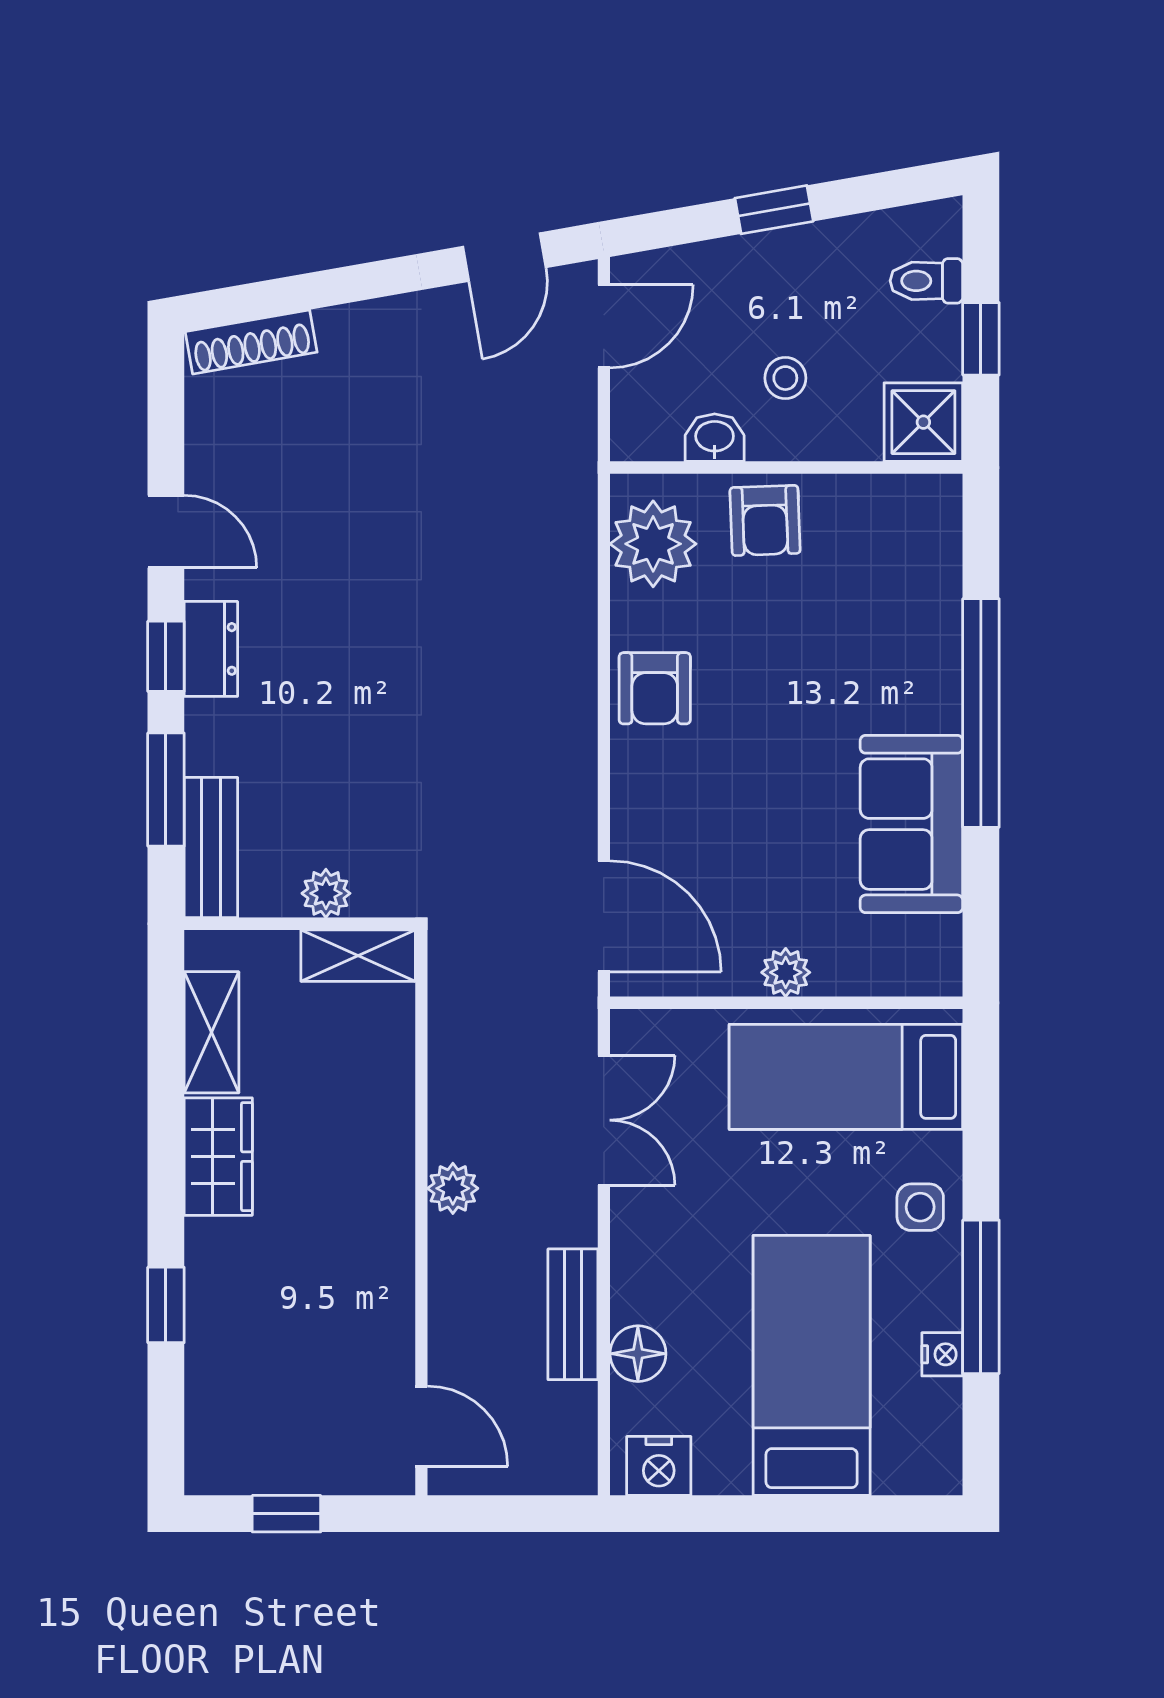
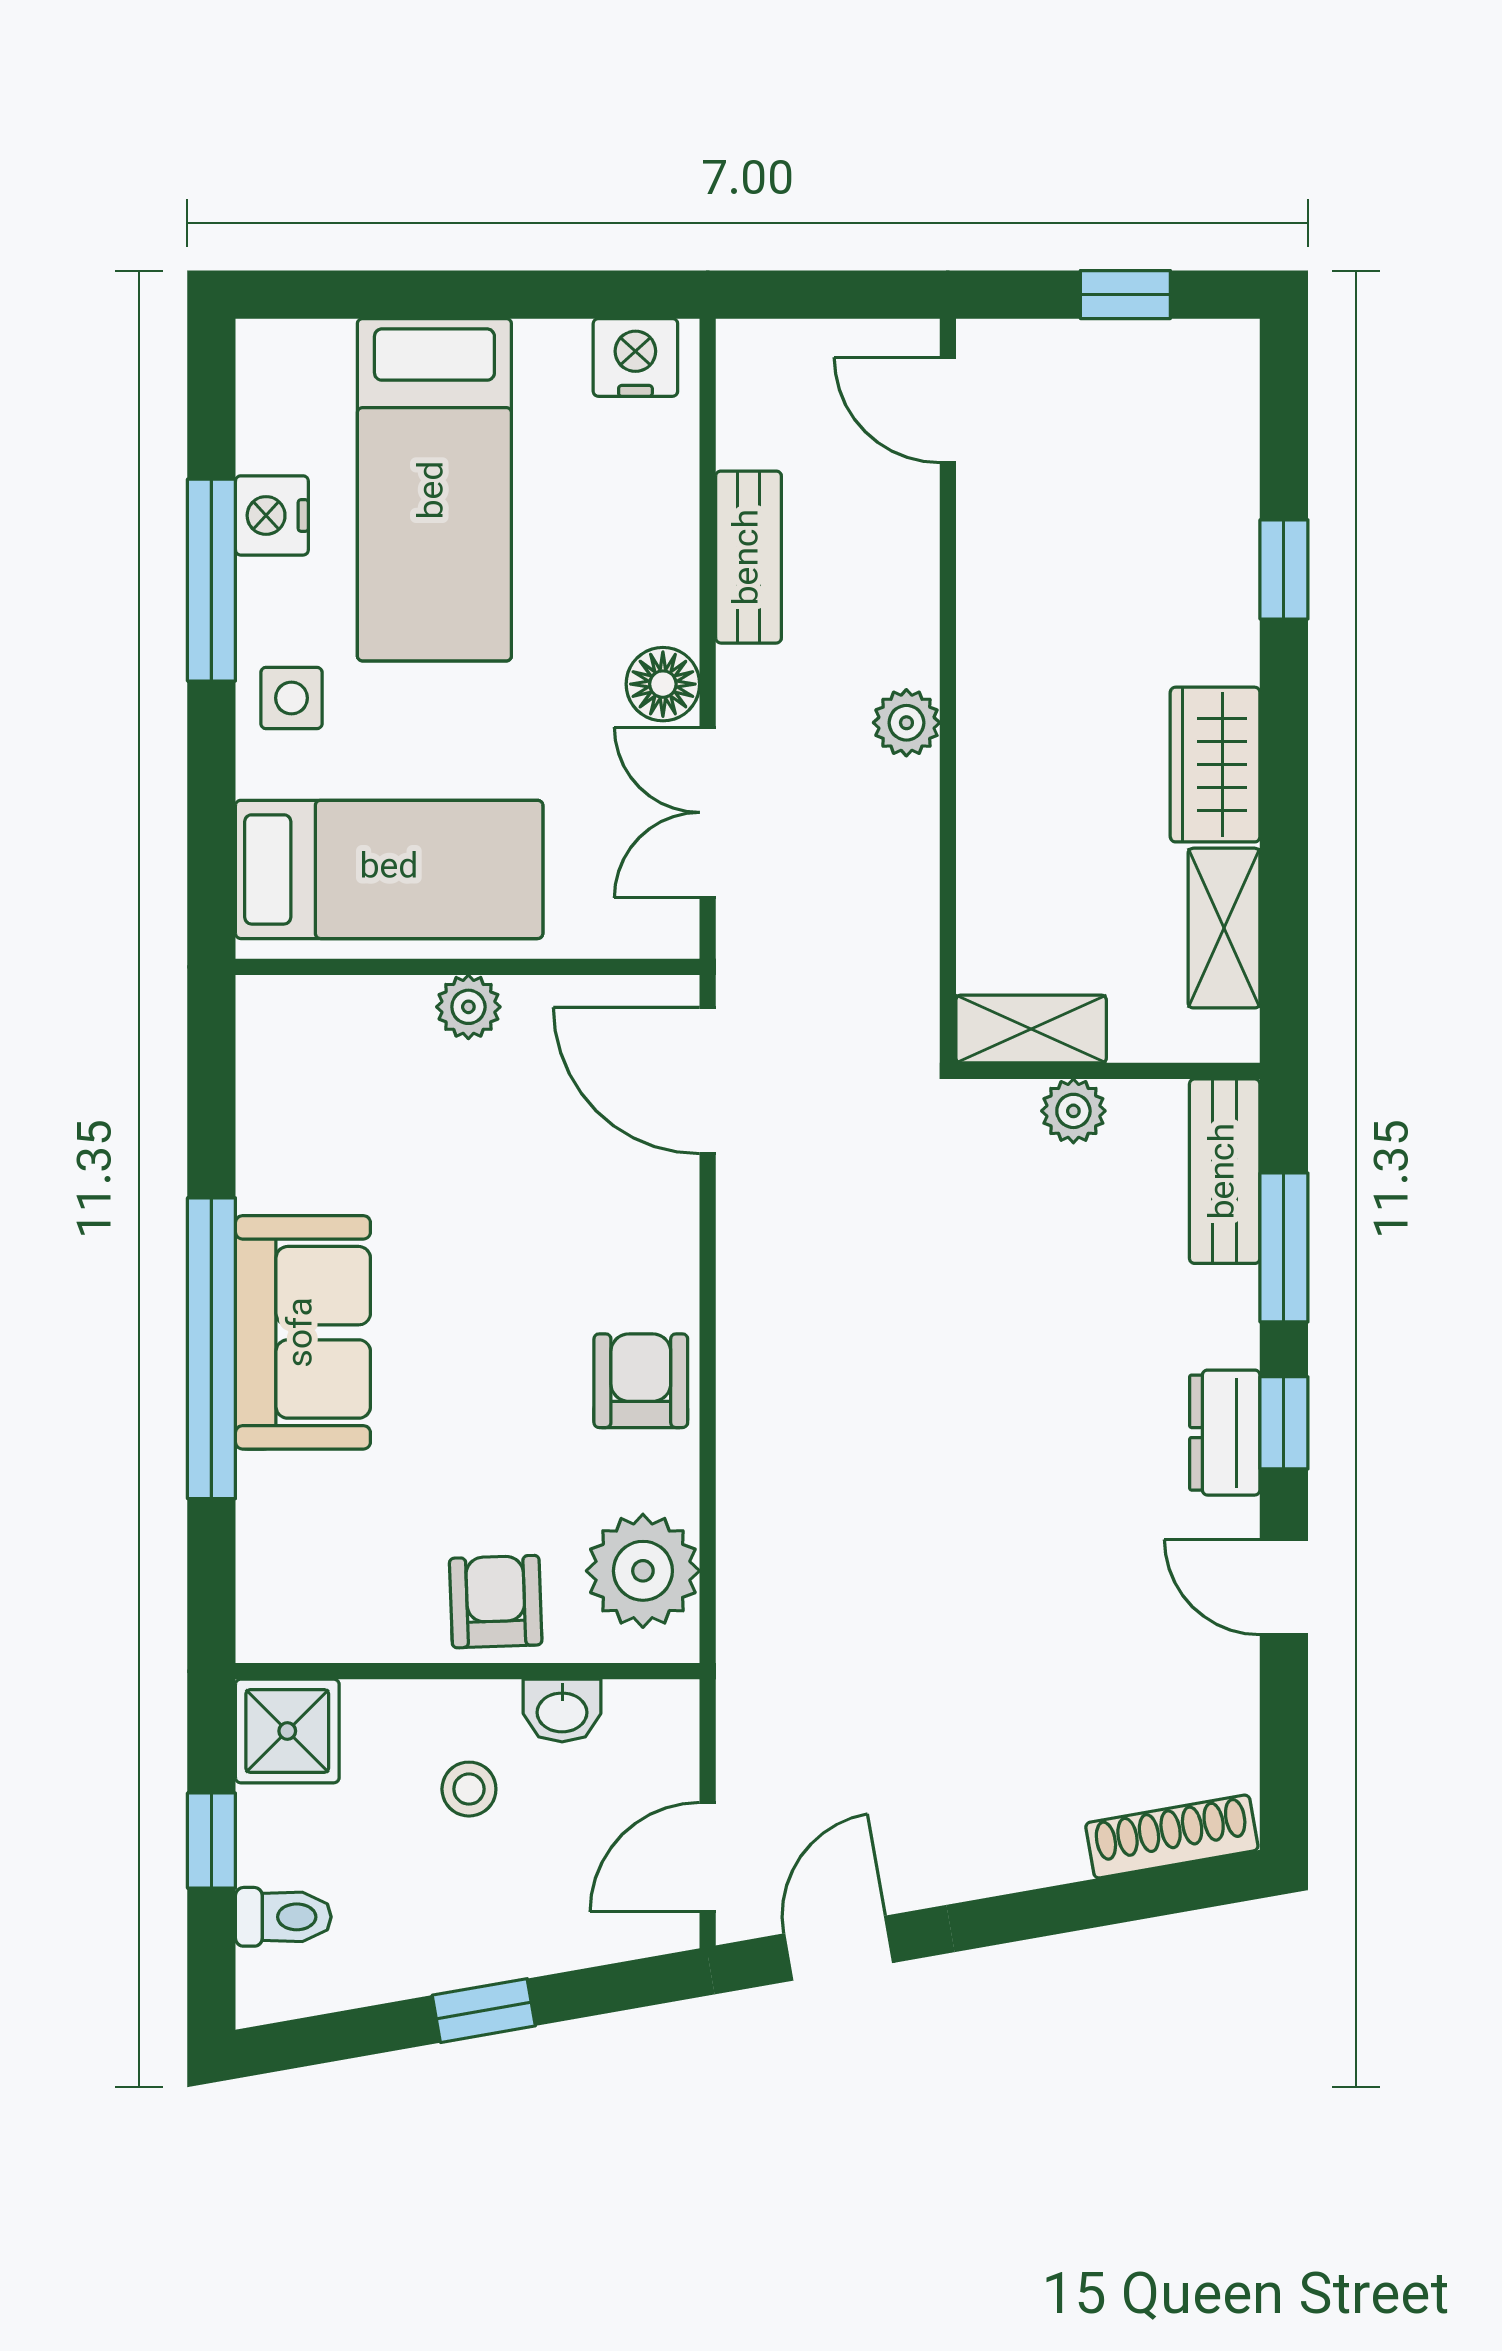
sofa: (911, 824) -> (303, 1332), moved
floor lamp: (638, 1354) -> (663, 684), moved
nightstand: (942, 1354) -> (272, 515), width x1.39, depth x1.35

